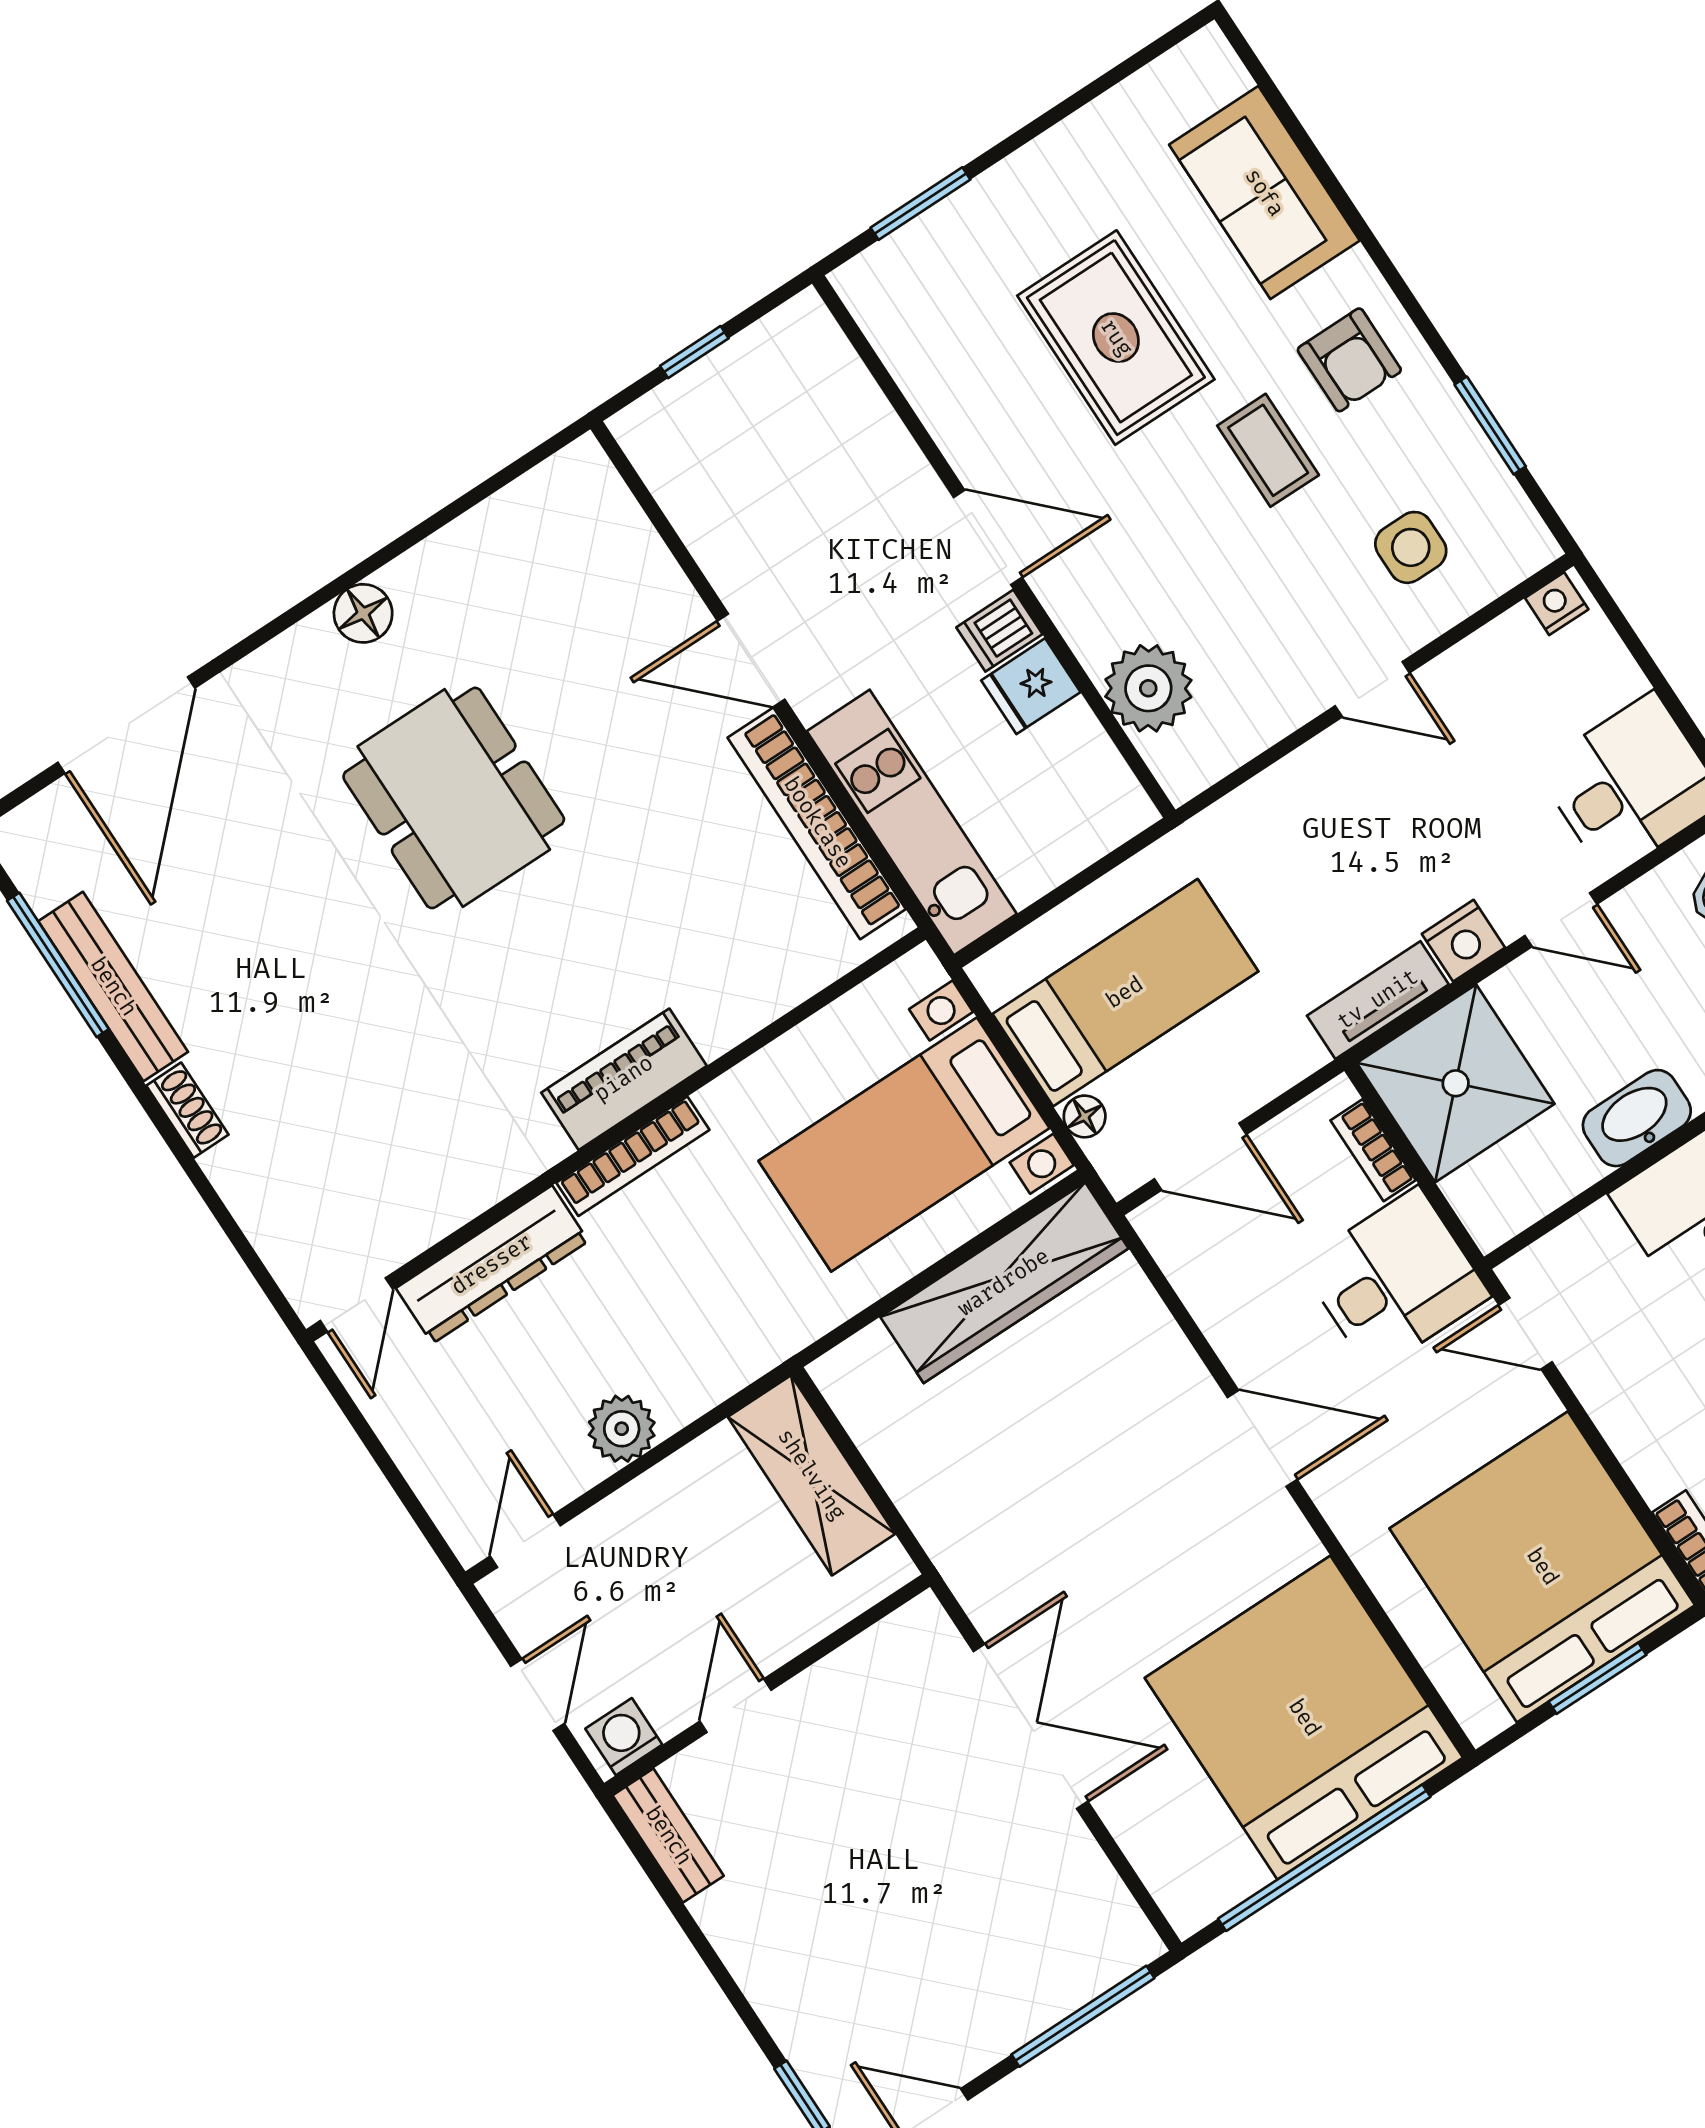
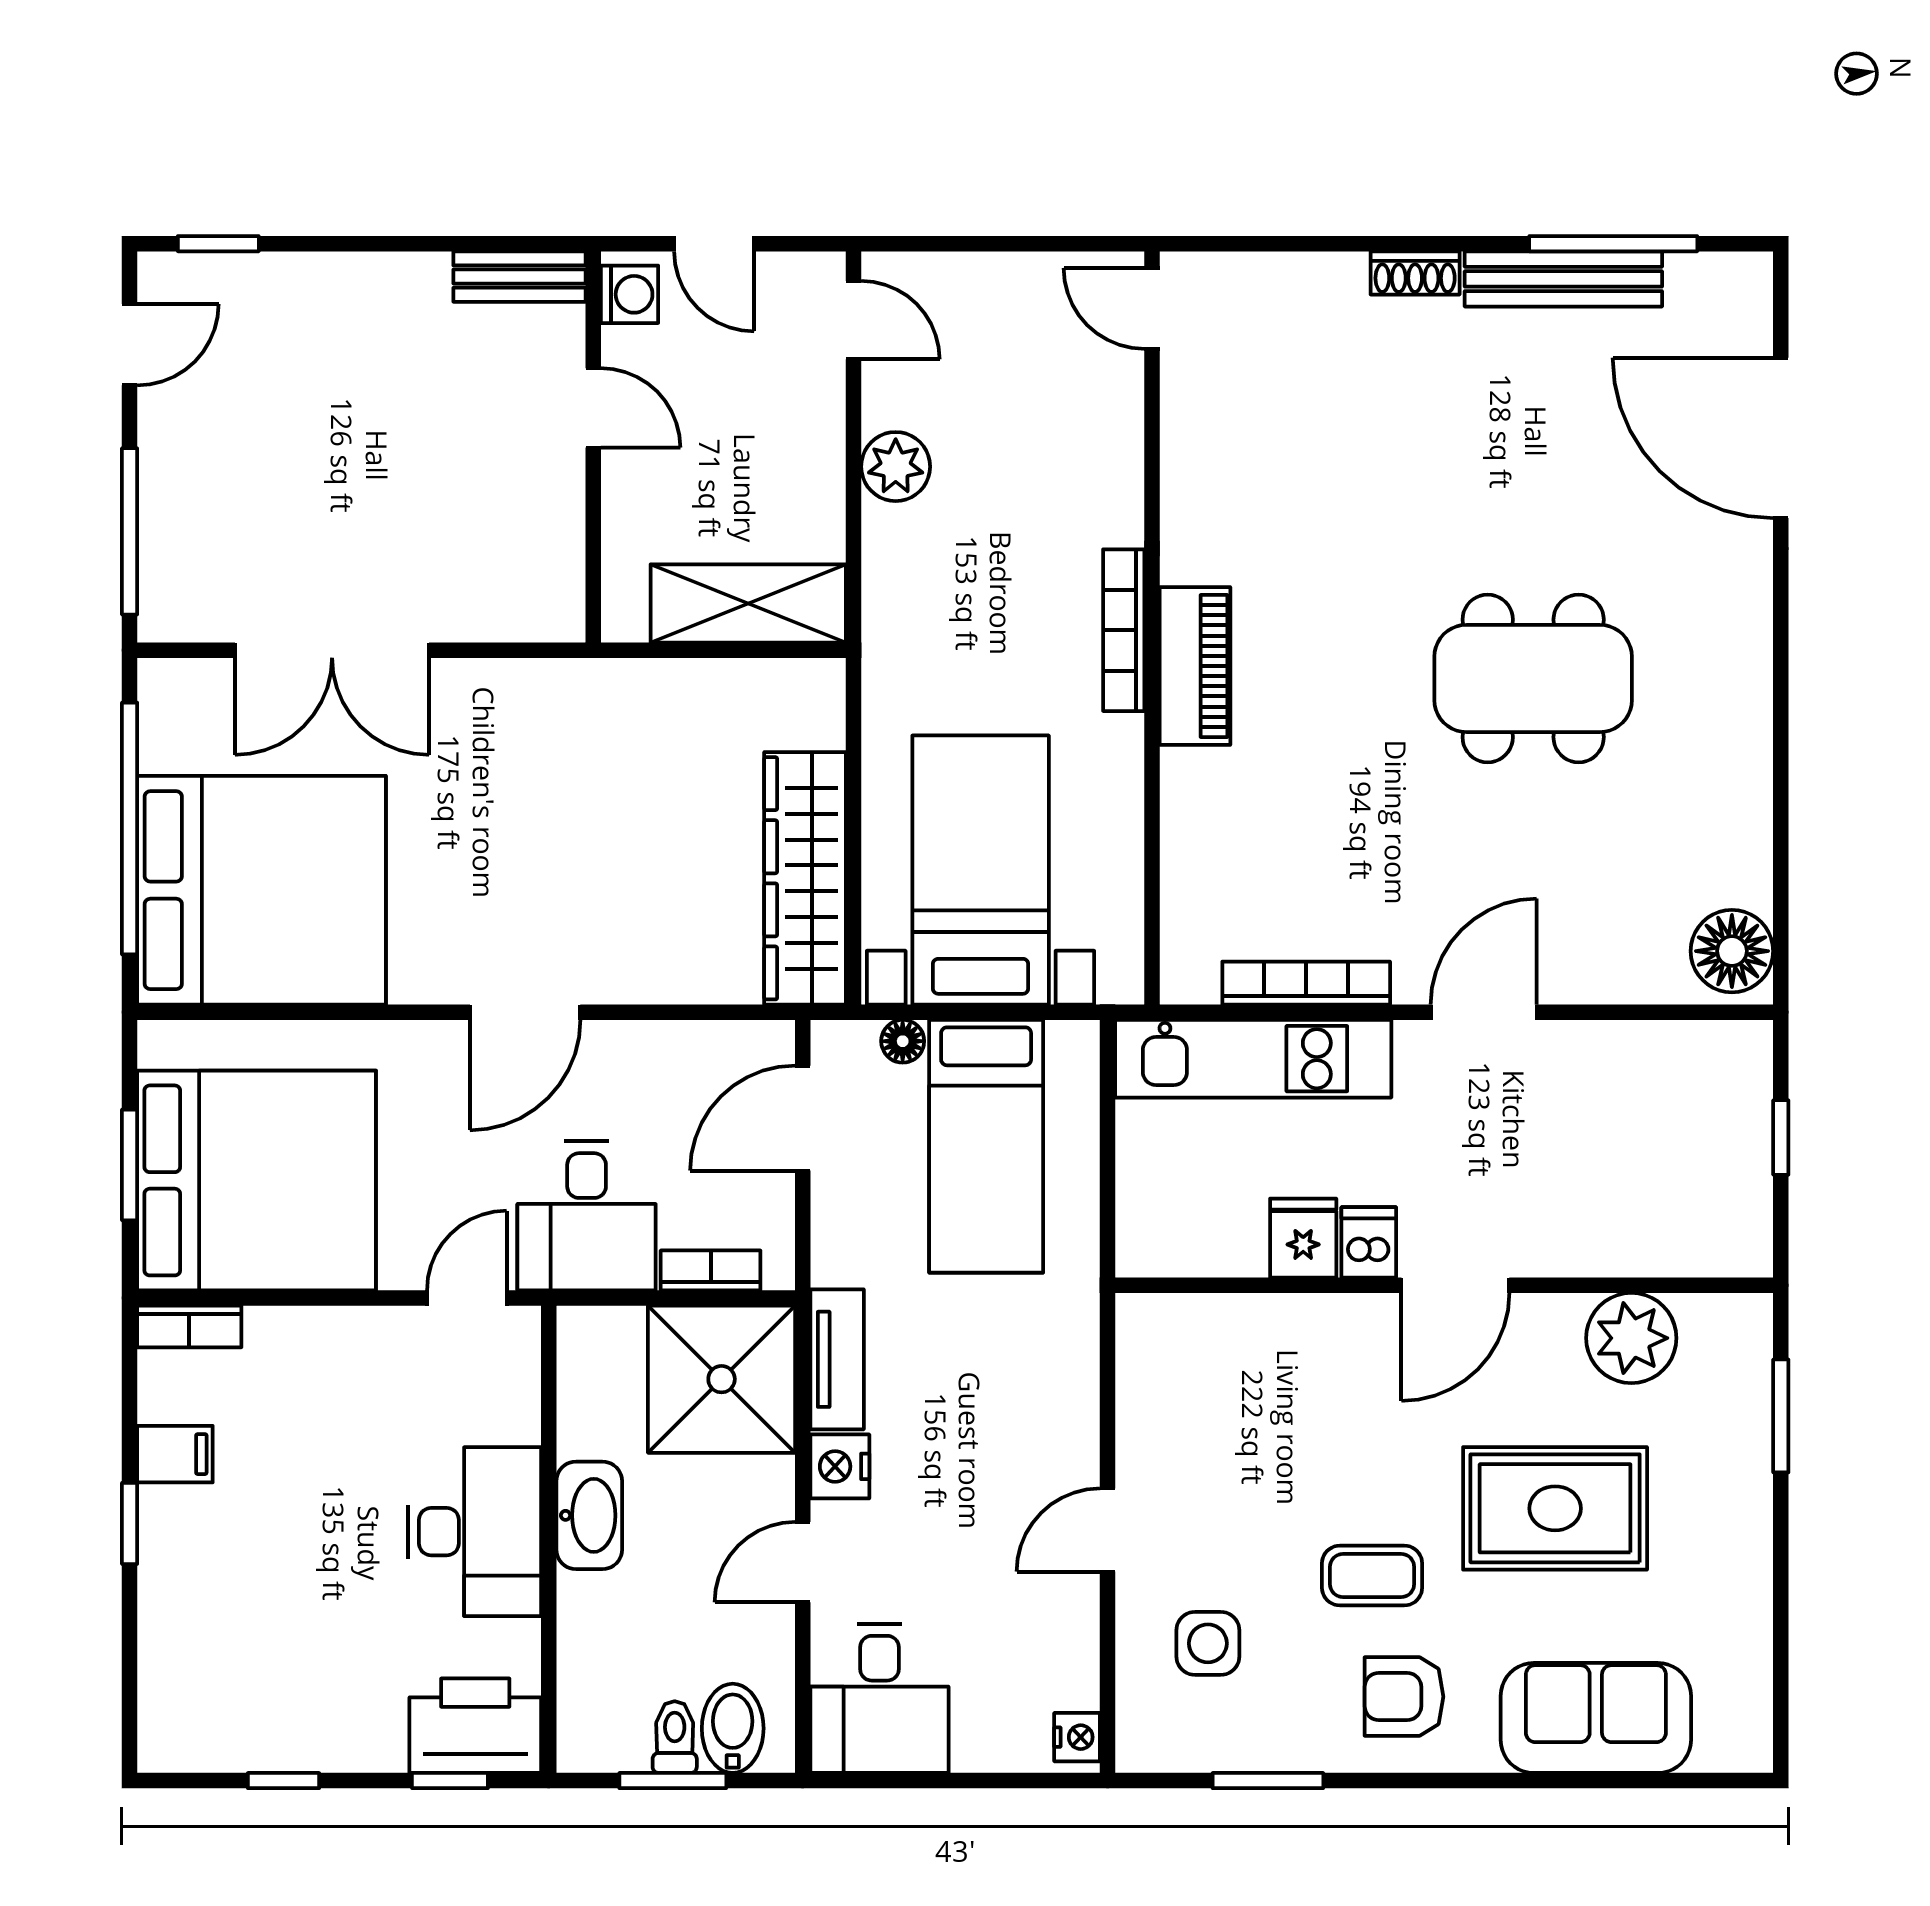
floor lamp: (363, 613) -> (1732, 951), moved, width x1.38, depth x1.38
plant: (1148, 688) -> (1631, 1338), moved
bookcase: (817, 823) -> (1306, 983), width x0.68, depth x0.76
dresser: (492, 1265) -> (1110, 448), removed
double door: (1031, 1726) -> (332, 650), moved

